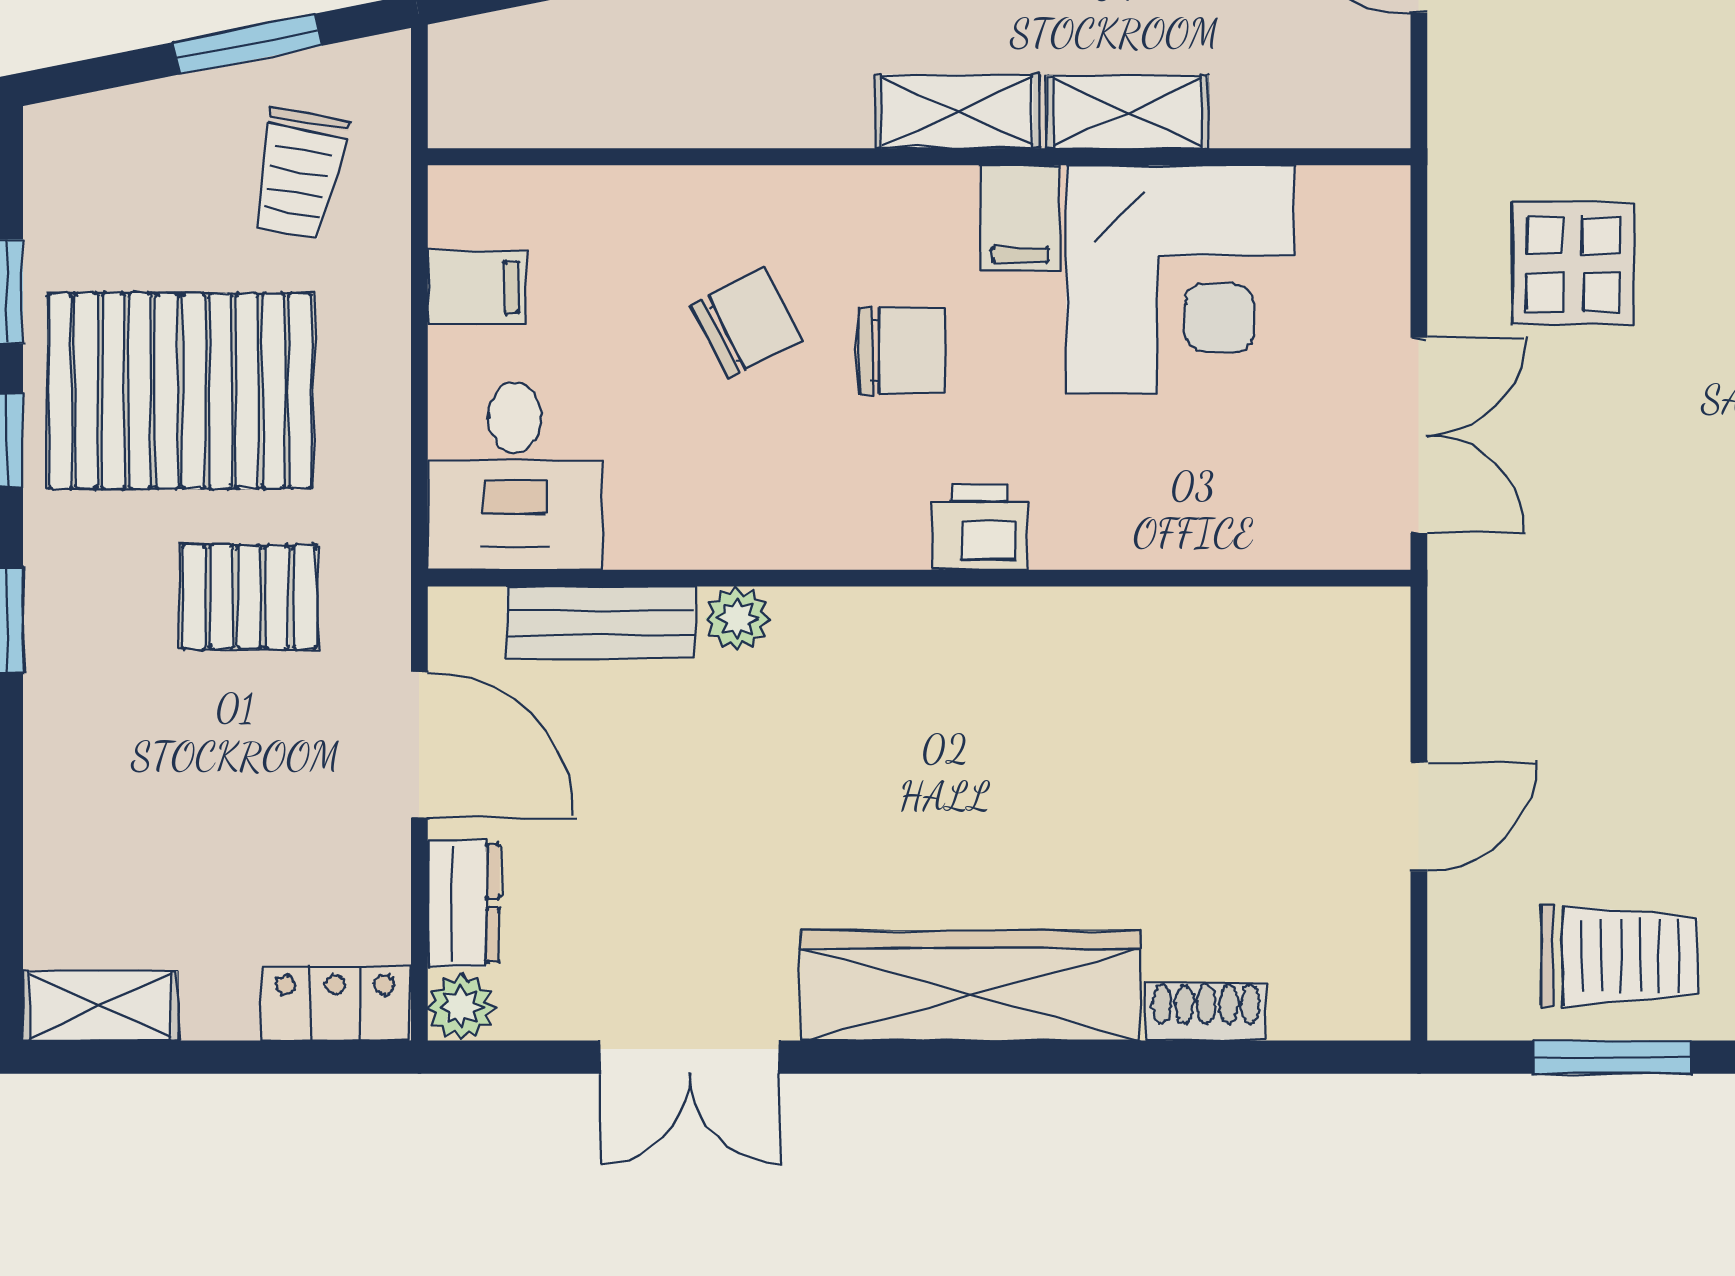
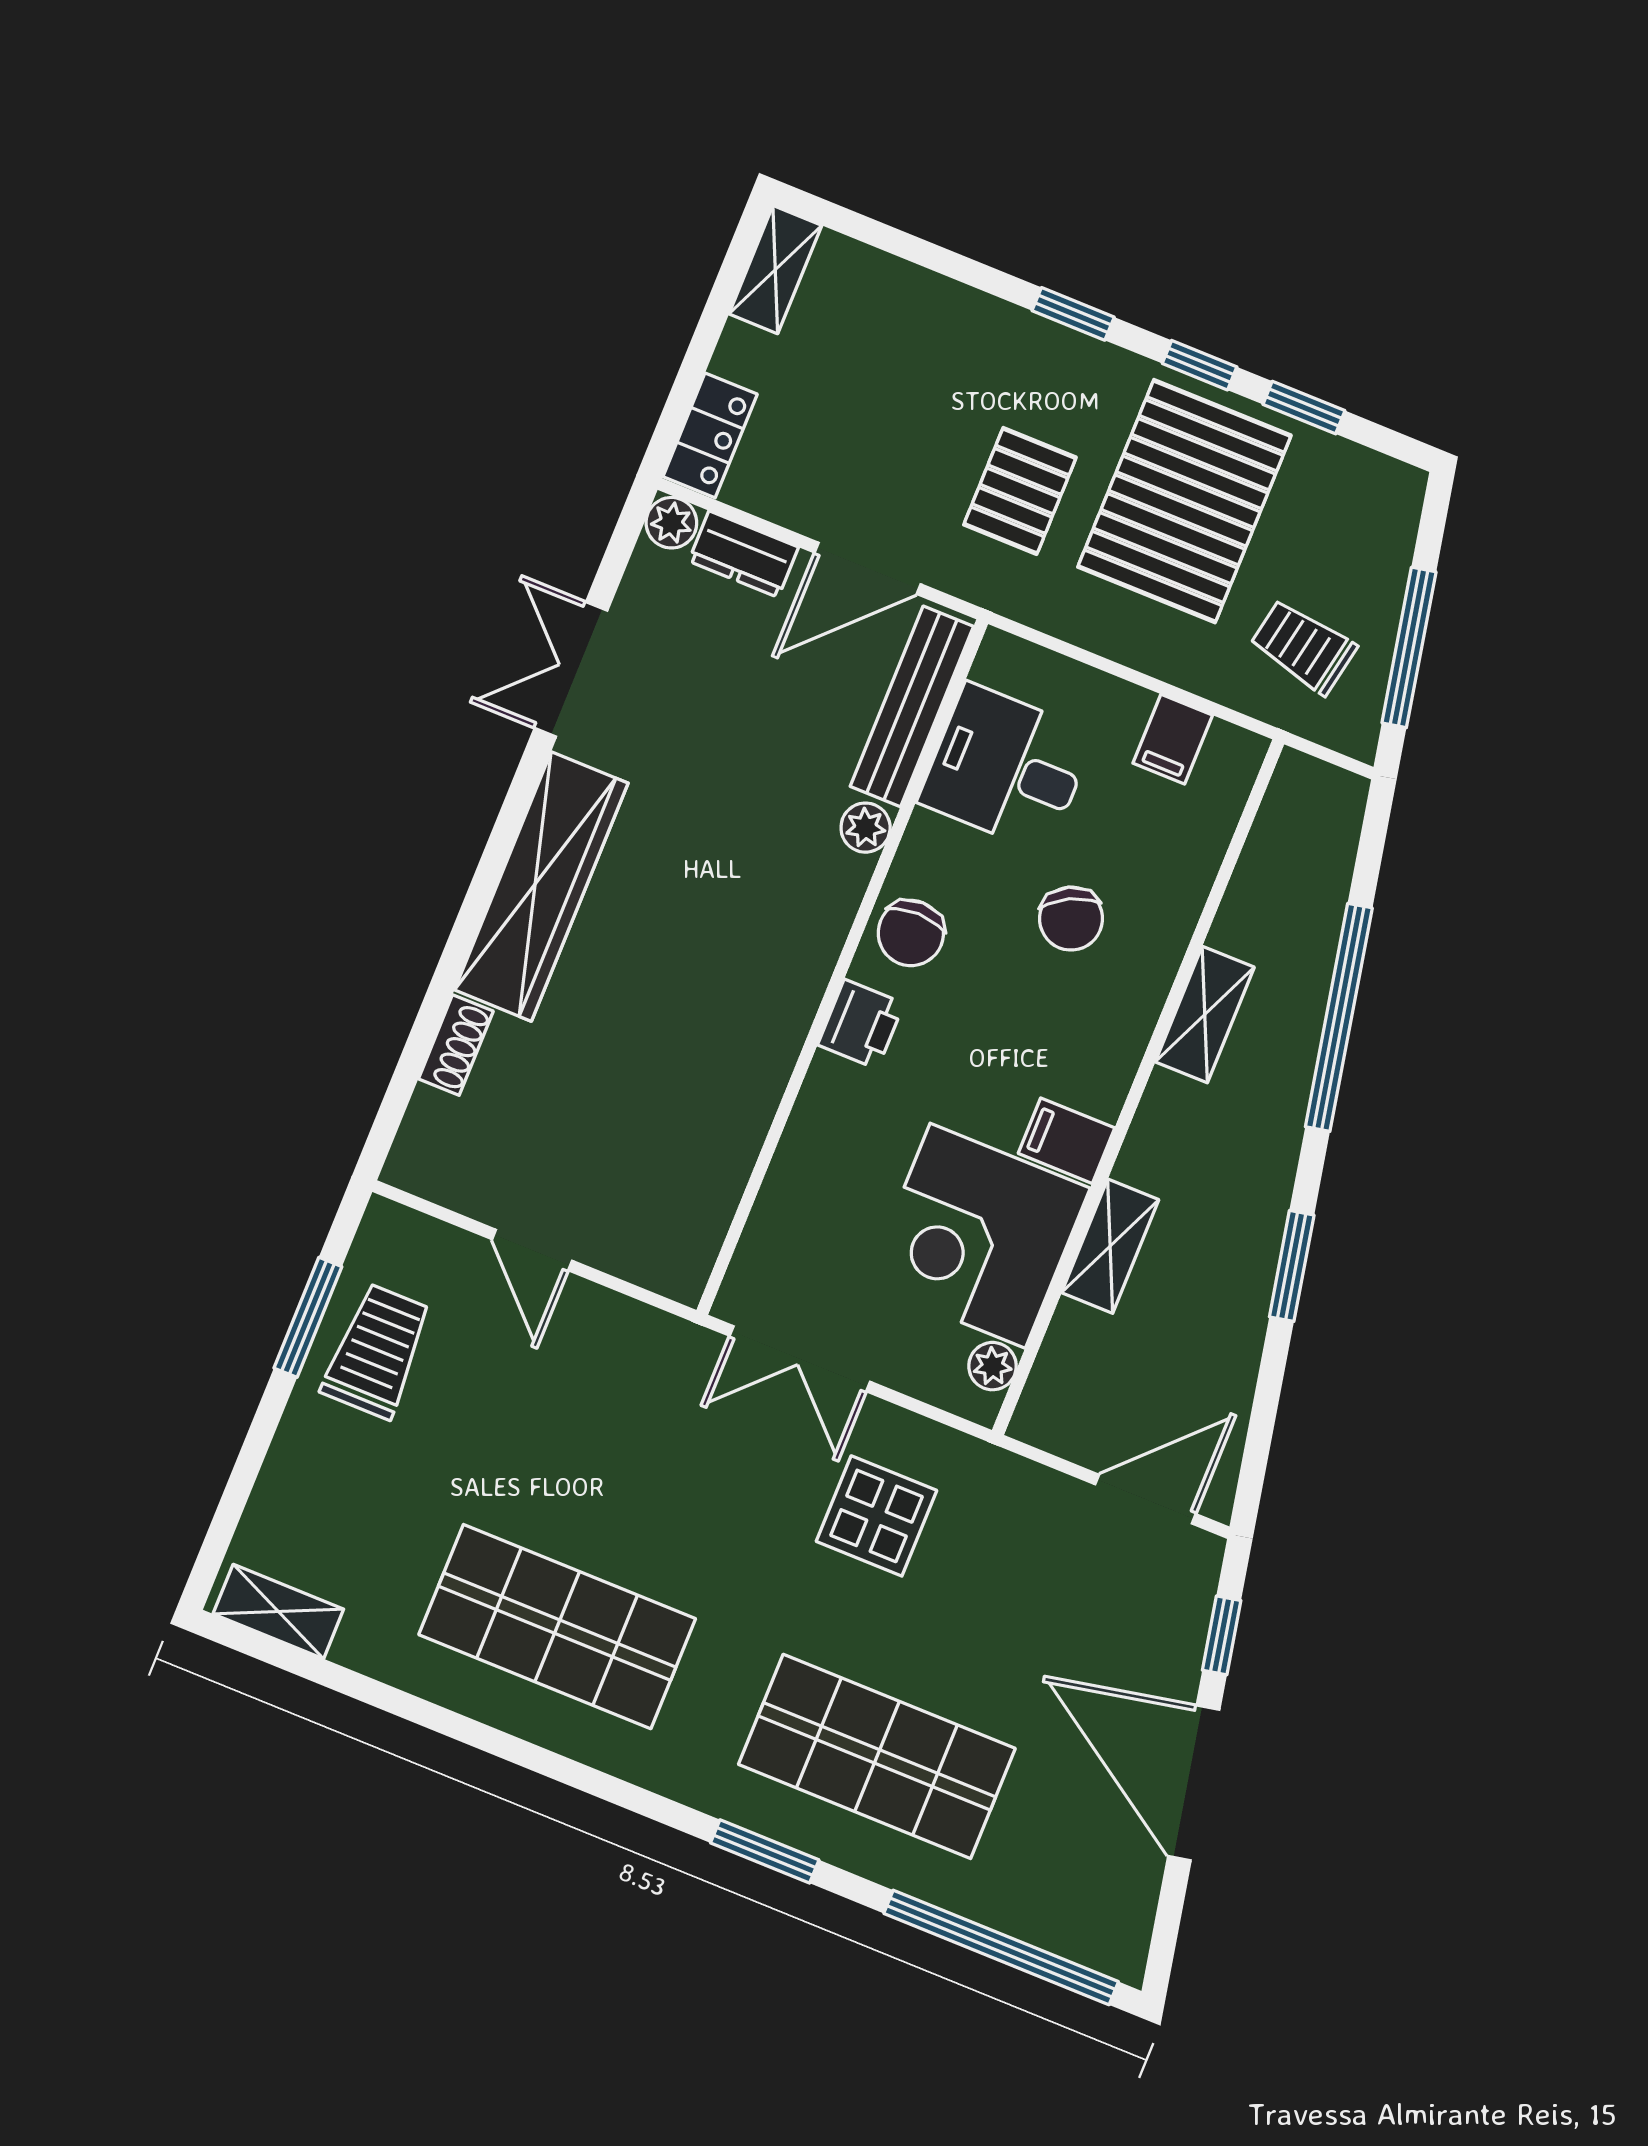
window: (247, 44) -> (1409, 647), width x1.44
shelving: (957, 111) -> (1205, 1015), moved
plant: (1332, 196) -> (993, 1366), added
chair: (902, 351) -> (911, 933), moved
desk: (515, 476) -> (1007, 768), moved
bench: (600, 622) -> (912, 706), width x1.36
trolley: (1619, 956) -> (377, 1351), turned 180

